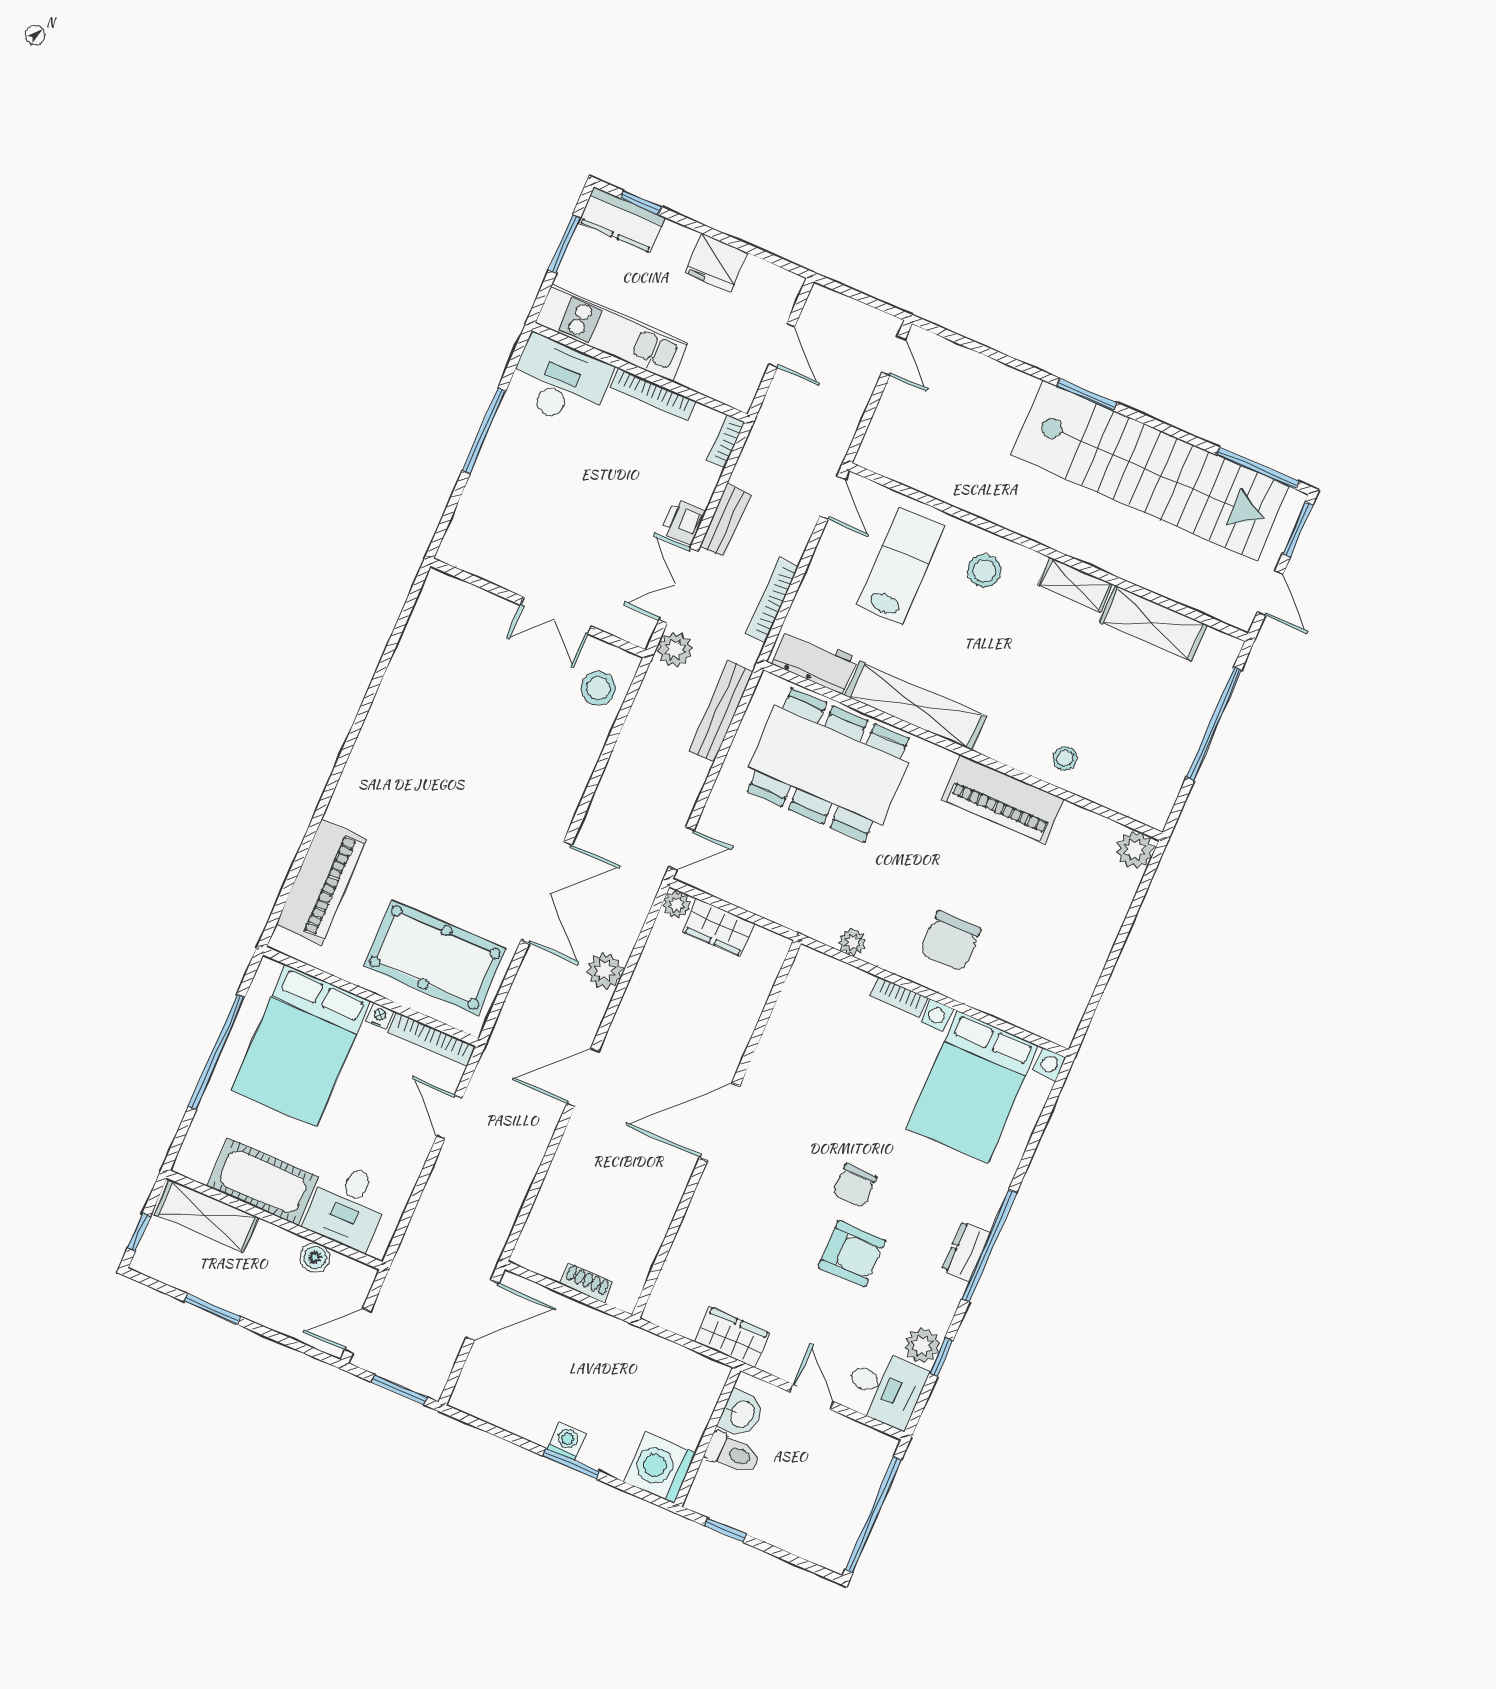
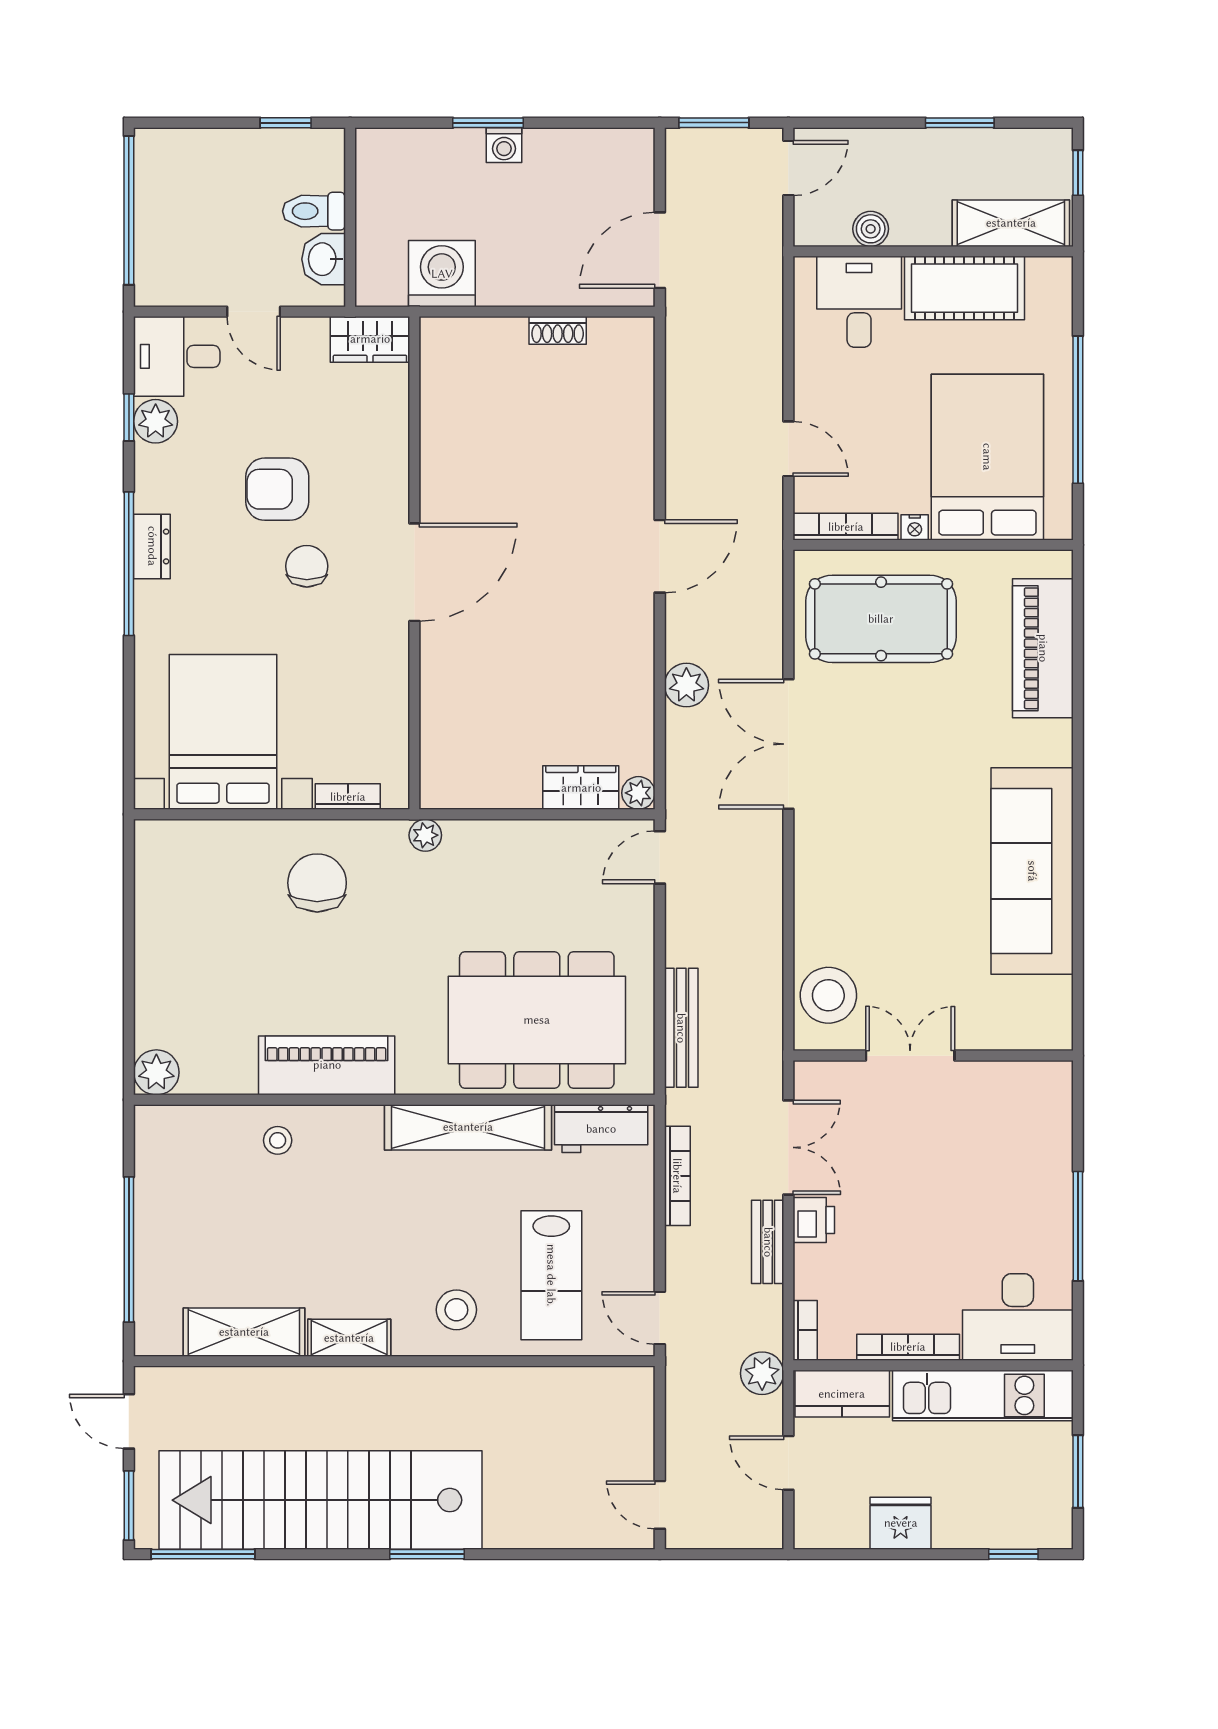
kitchen counter: (622, 220) -> (842, 1394), moved, turned 180
plant: (675, 649) -> (762, 1373), moved
stool: (598, 688) -> (828, 995), width x1.38, depth x1.38
sofa: (403, 716) -> (1032, 871), added
door: (720, 1122) -> (414, 572), moved
wall: (717, 1129) -> (414, 563), moved
washing machine: (660, 1467) -> (442, 274), moved, turned -90

